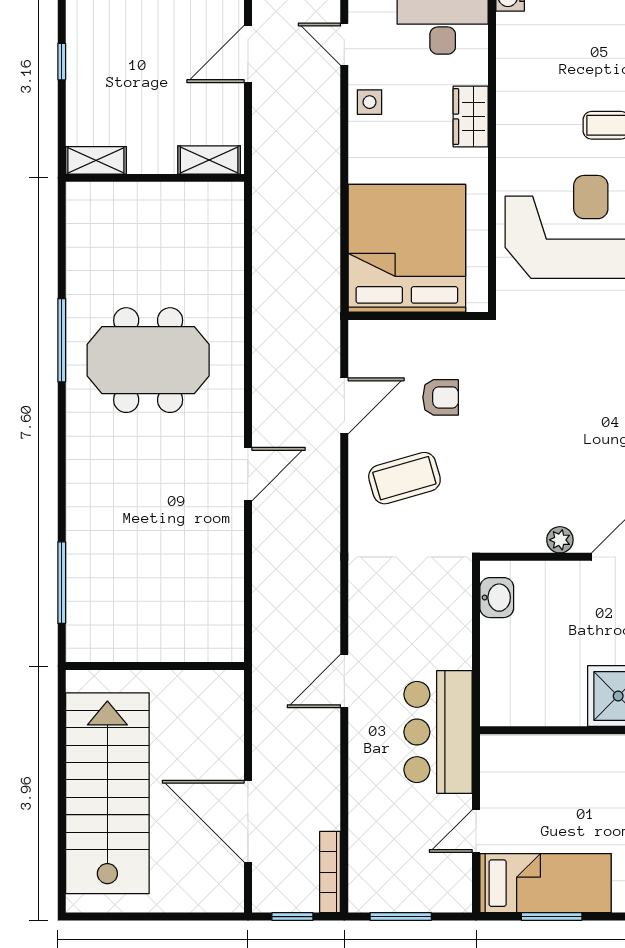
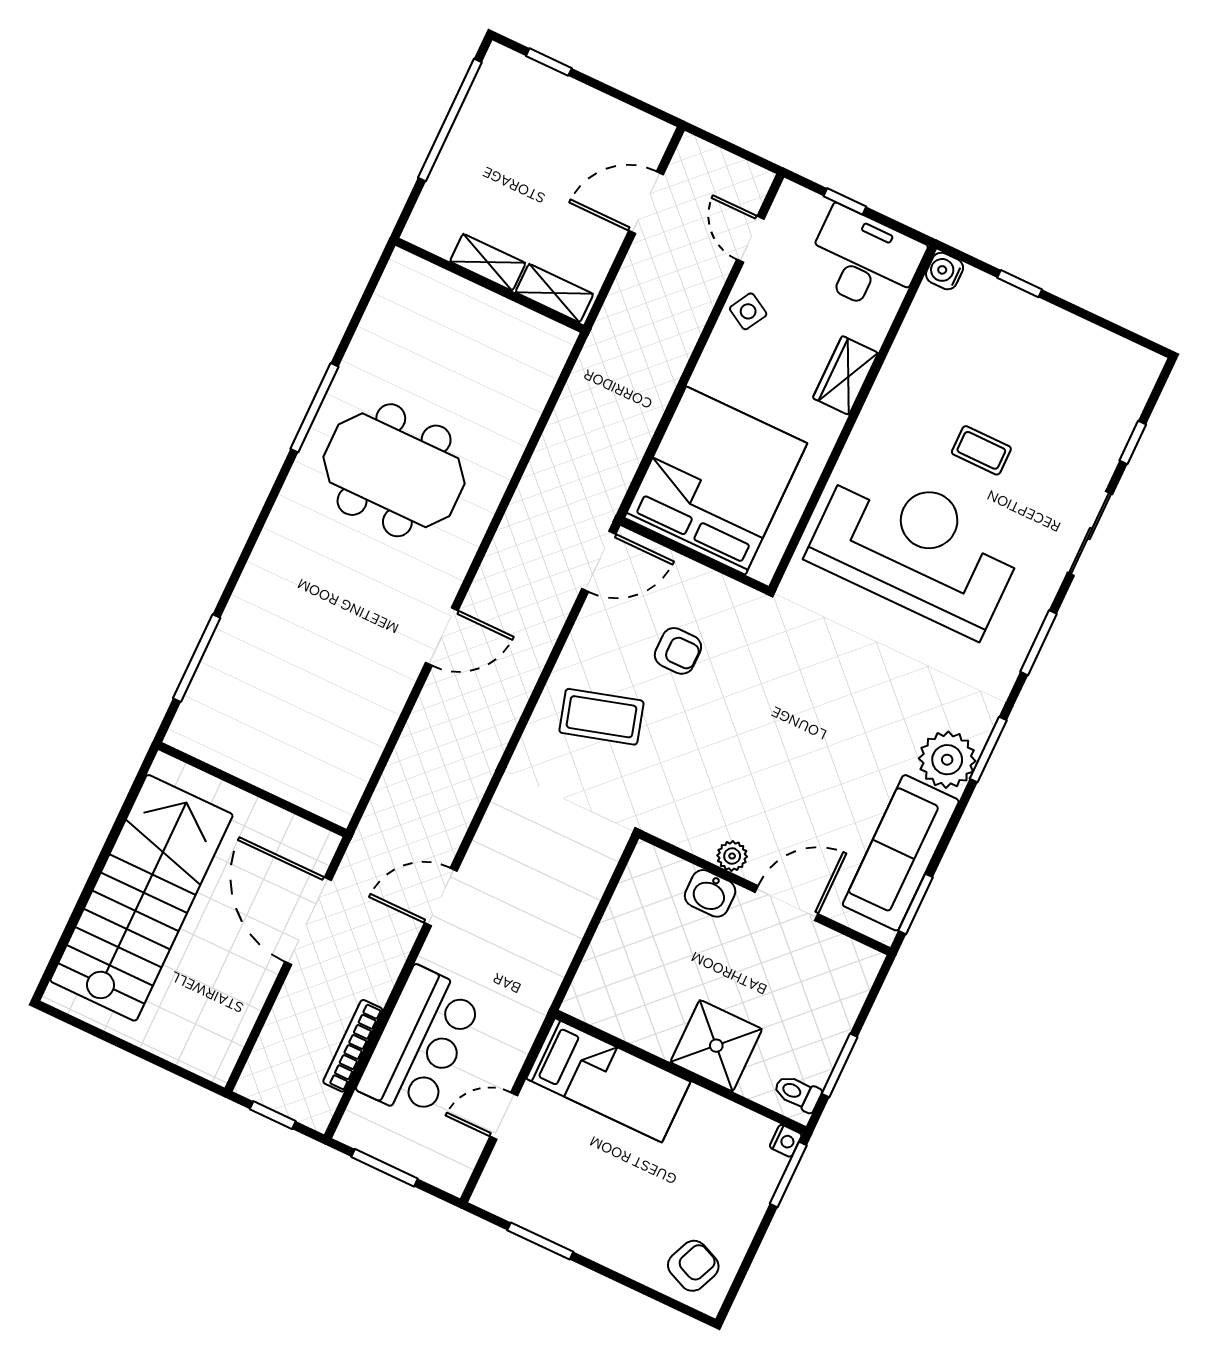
window: (62, 62) -> (450, 120), width x3.17
side table: (370, 102) -> (748, 311), turned 30
shelving: (96, 160) -> (488, 262), moved
door: (344, 406) -> (599, 561), moved
washbasin: (497, 598) -> (710, 893), moved, turned 90
bar counter: (438, 732) -> (420, 1043), moved, turned 180
door: (248, 821) -> (308, 921), moved
bookcase: (330, 872) -> (353, 1046), moved
bed: (546, 883) -> (608, 1080), moved

